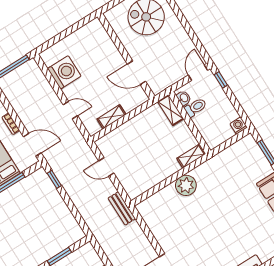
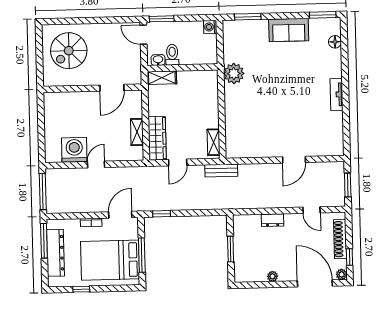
window: (221, 80) -> (162, 19), width x1.50
door: (70, 110) -> (96, 164), moved
wardrobe: (117, 137) -> (157, 138), added
shelving: (191, 156) -> (214, 142), moved
plant: (186, 185) -> (234, 74), moved

